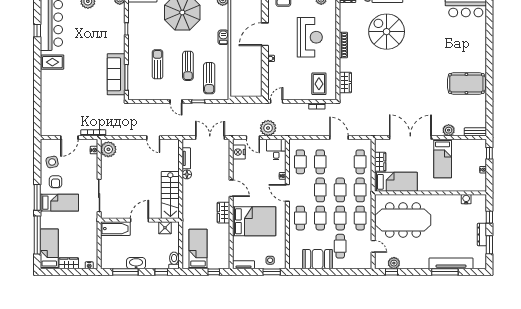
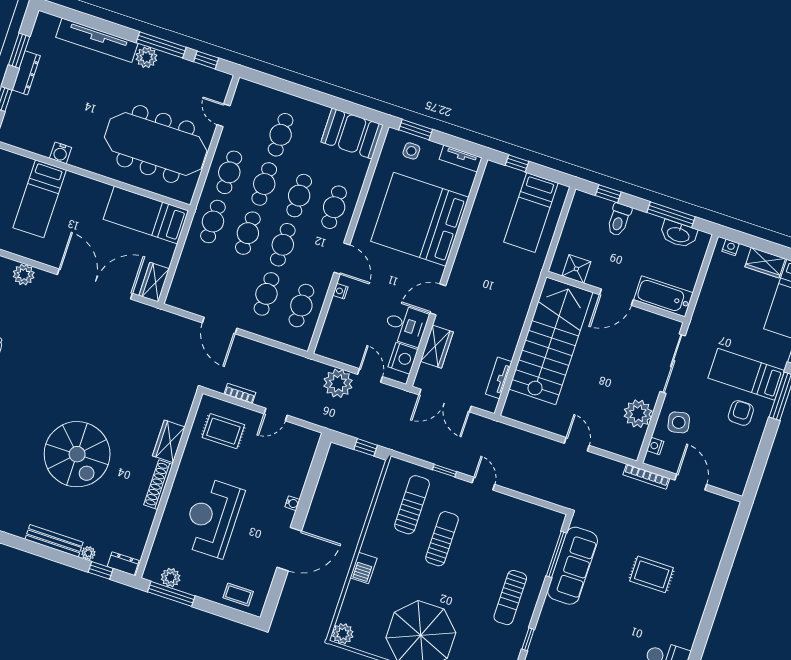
spiral stairs: (387, 32) -> (77, 454), moved
rug: (52, 62) -> (652, 574), moved
sun lounger: (158, 64) -> (510, 598), moved
wardrobe: (345, 83) -> (169, 441), moved
rug: (319, 84) -> (223, 431), turned 90
window: (243, 100) -> (366, 447), added
door: (277, 101) -> (276, 414), moved
door: (69, 138) -> (691, 482), hinge flipped
door: (153, 138) -> (577, 444), moved
double door: (410, 138) -> (95, 284), swing flipped
plant: (108, 149) -> (638, 414), moved
desk: (276, 149) -> (406, 325), moved, turned -90
bed: (443, 159) -> (40, 199), moved, turned 180
side table: (52, 162) -> (679, 422), moved
cafe table: (360, 162) -> (197, 271), removed
wardrobe: (380, 162) -> (154, 282), moved
floor lamp: (187, 174) -> (507, 349), removed
door: (231, 188) -> (438, 299), hinge flipped
stairs: (170, 195) -> (551, 341), width x1.36, depth x1.51
water cooler: (466, 199) -> (61, 153), moved
wardrobe: (224, 213) -> (437, 347), moved
bed: (254, 221) -> (420, 219), width x1.36
booth: (318, 259) -> (352, 133), moved
toilet: (174, 260) -> (619, 220), moved
washbasin: (136, 263) -> (678, 234), moved
plant: (394, 263) -> (146, 57), moved
window: (445, 272) -> (161, 45), moved

